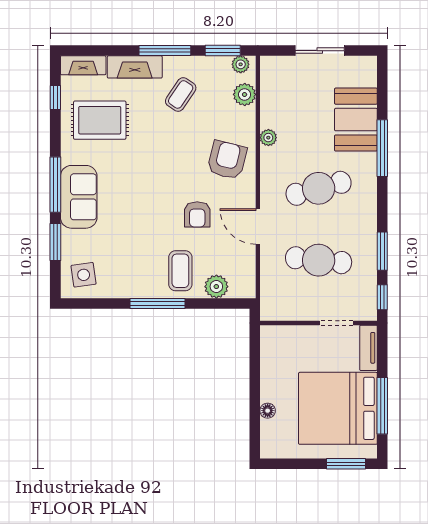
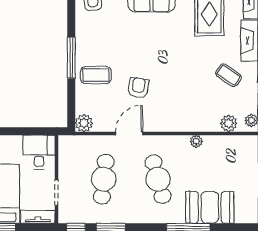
armchair: (227, 160) -> (179, 110), removed
armchair: (197, 214) -> (138, 88), turned 100
plant: (216, 287) -> (84, 123), moved
desk: (283, 346) -> (39, 152), added

